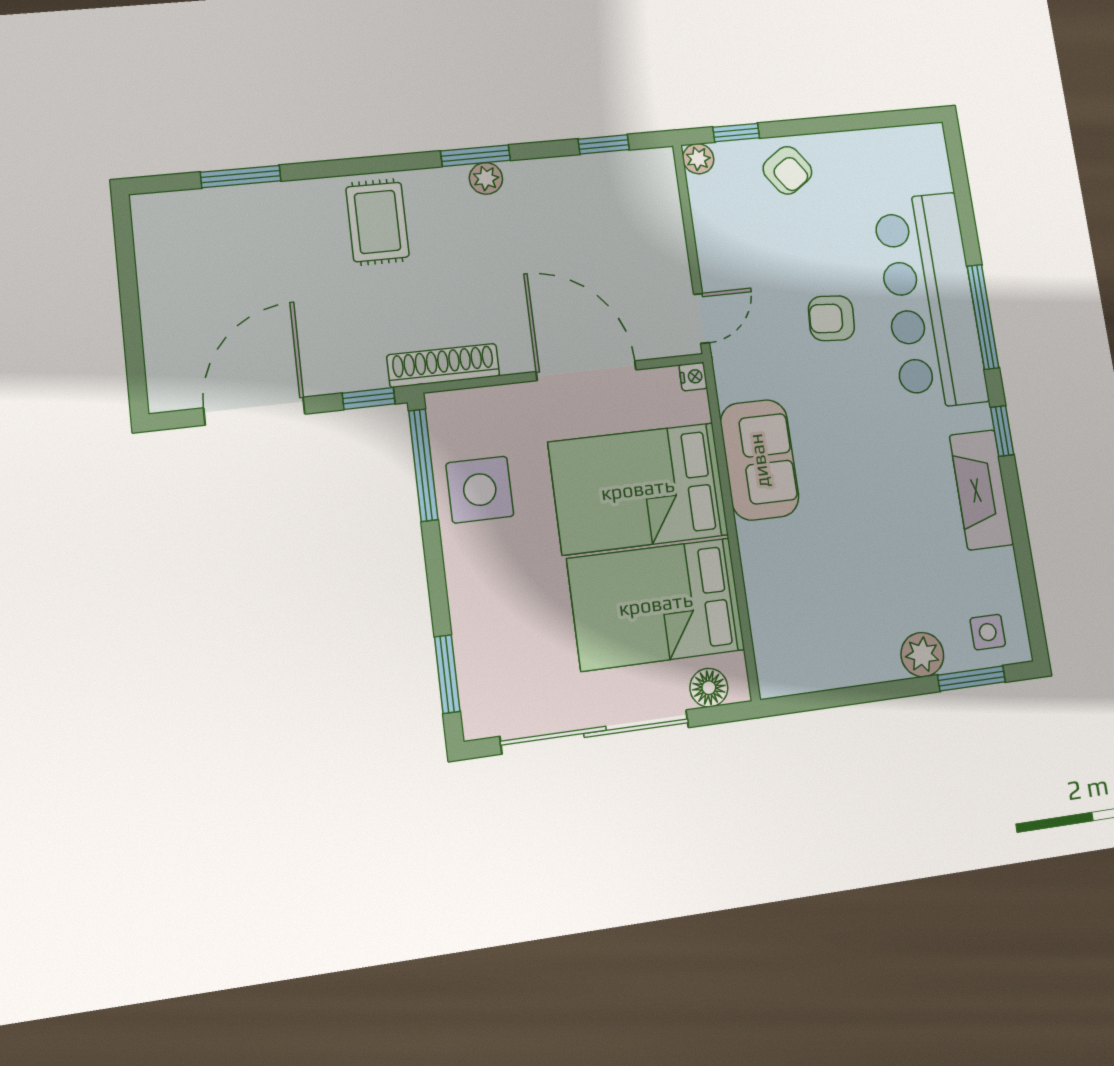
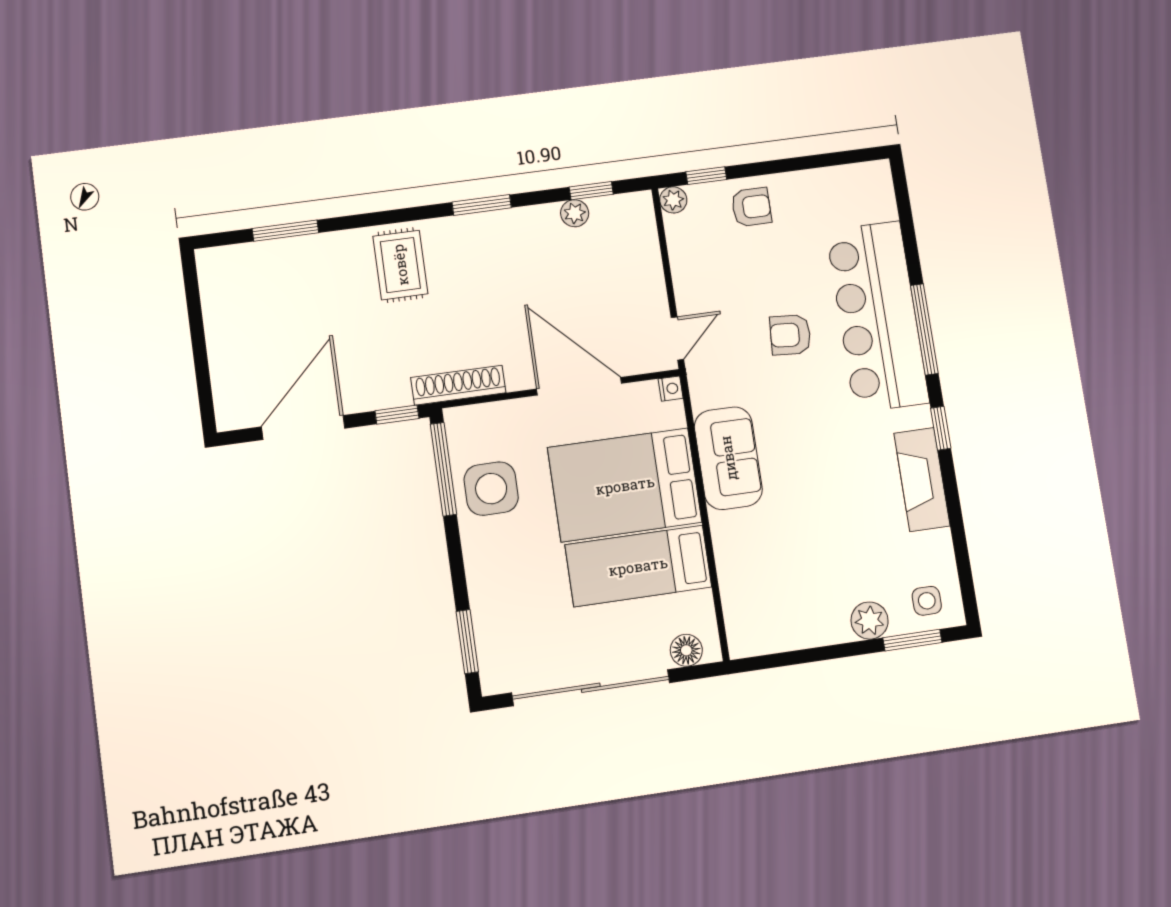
armchair: (787, 170) -> (751, 207), turned -55
plant: (486, 178) -> (575, 213), moved
bed: (656, 604) -> (638, 566), width x0.67

